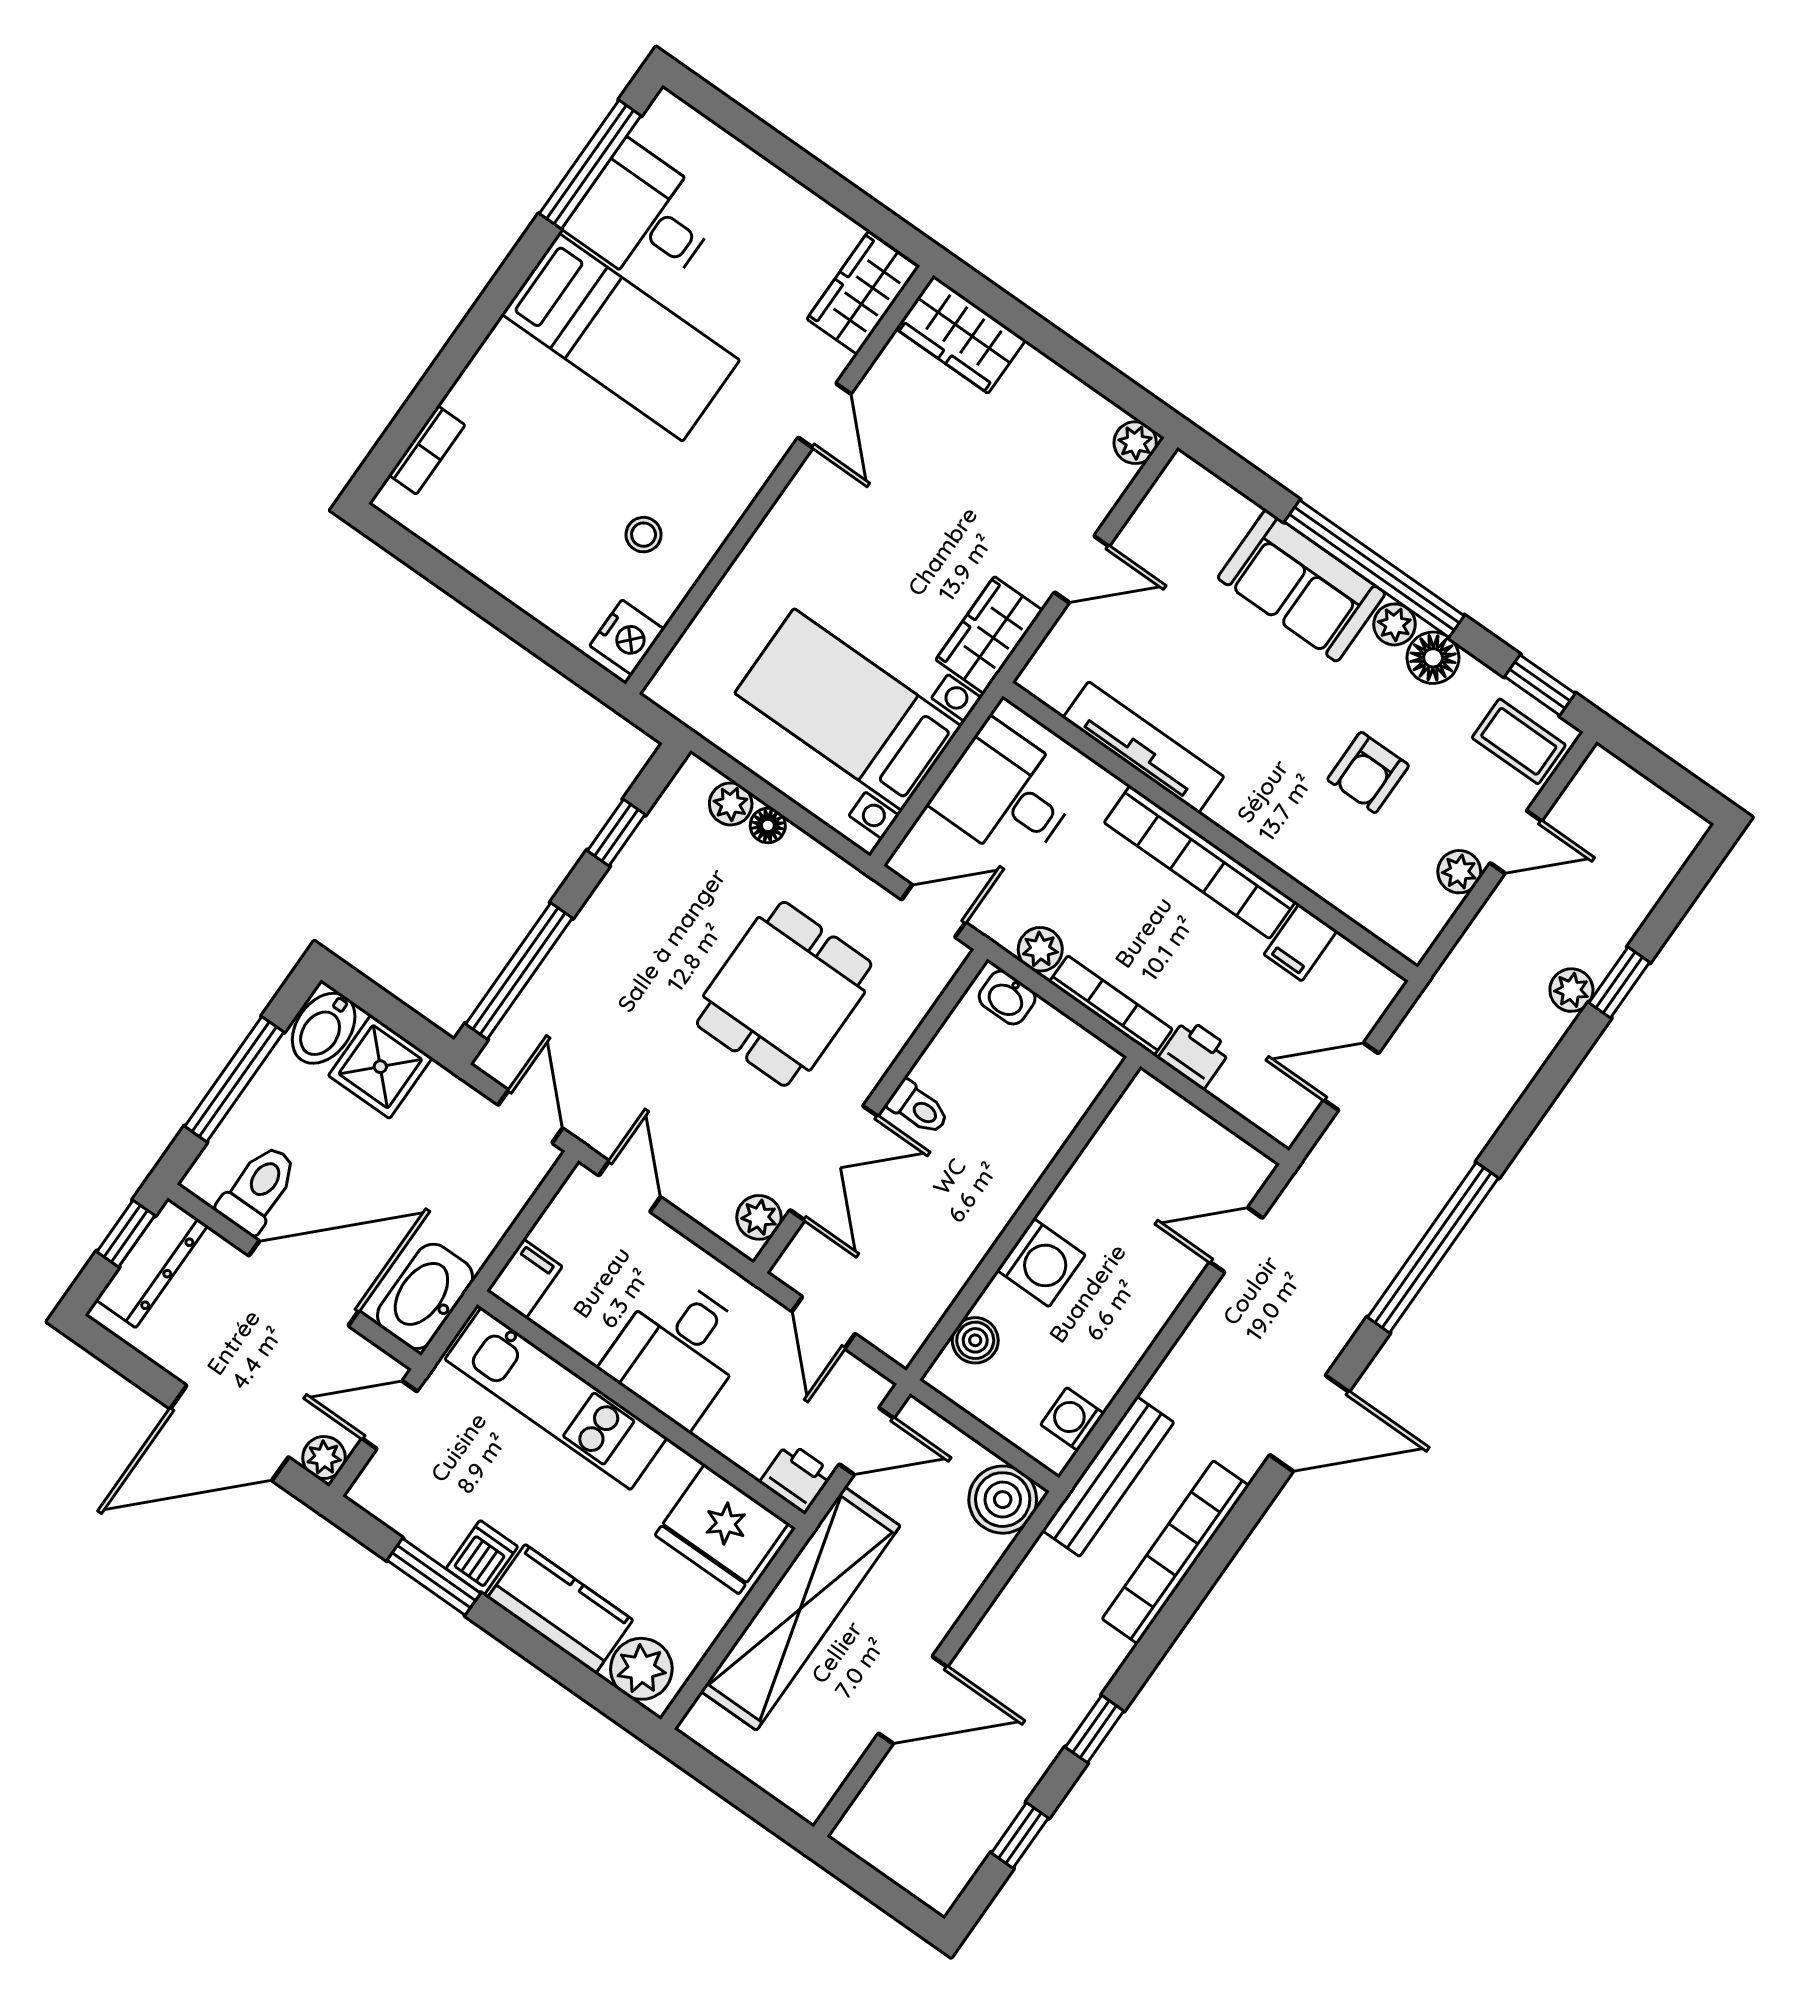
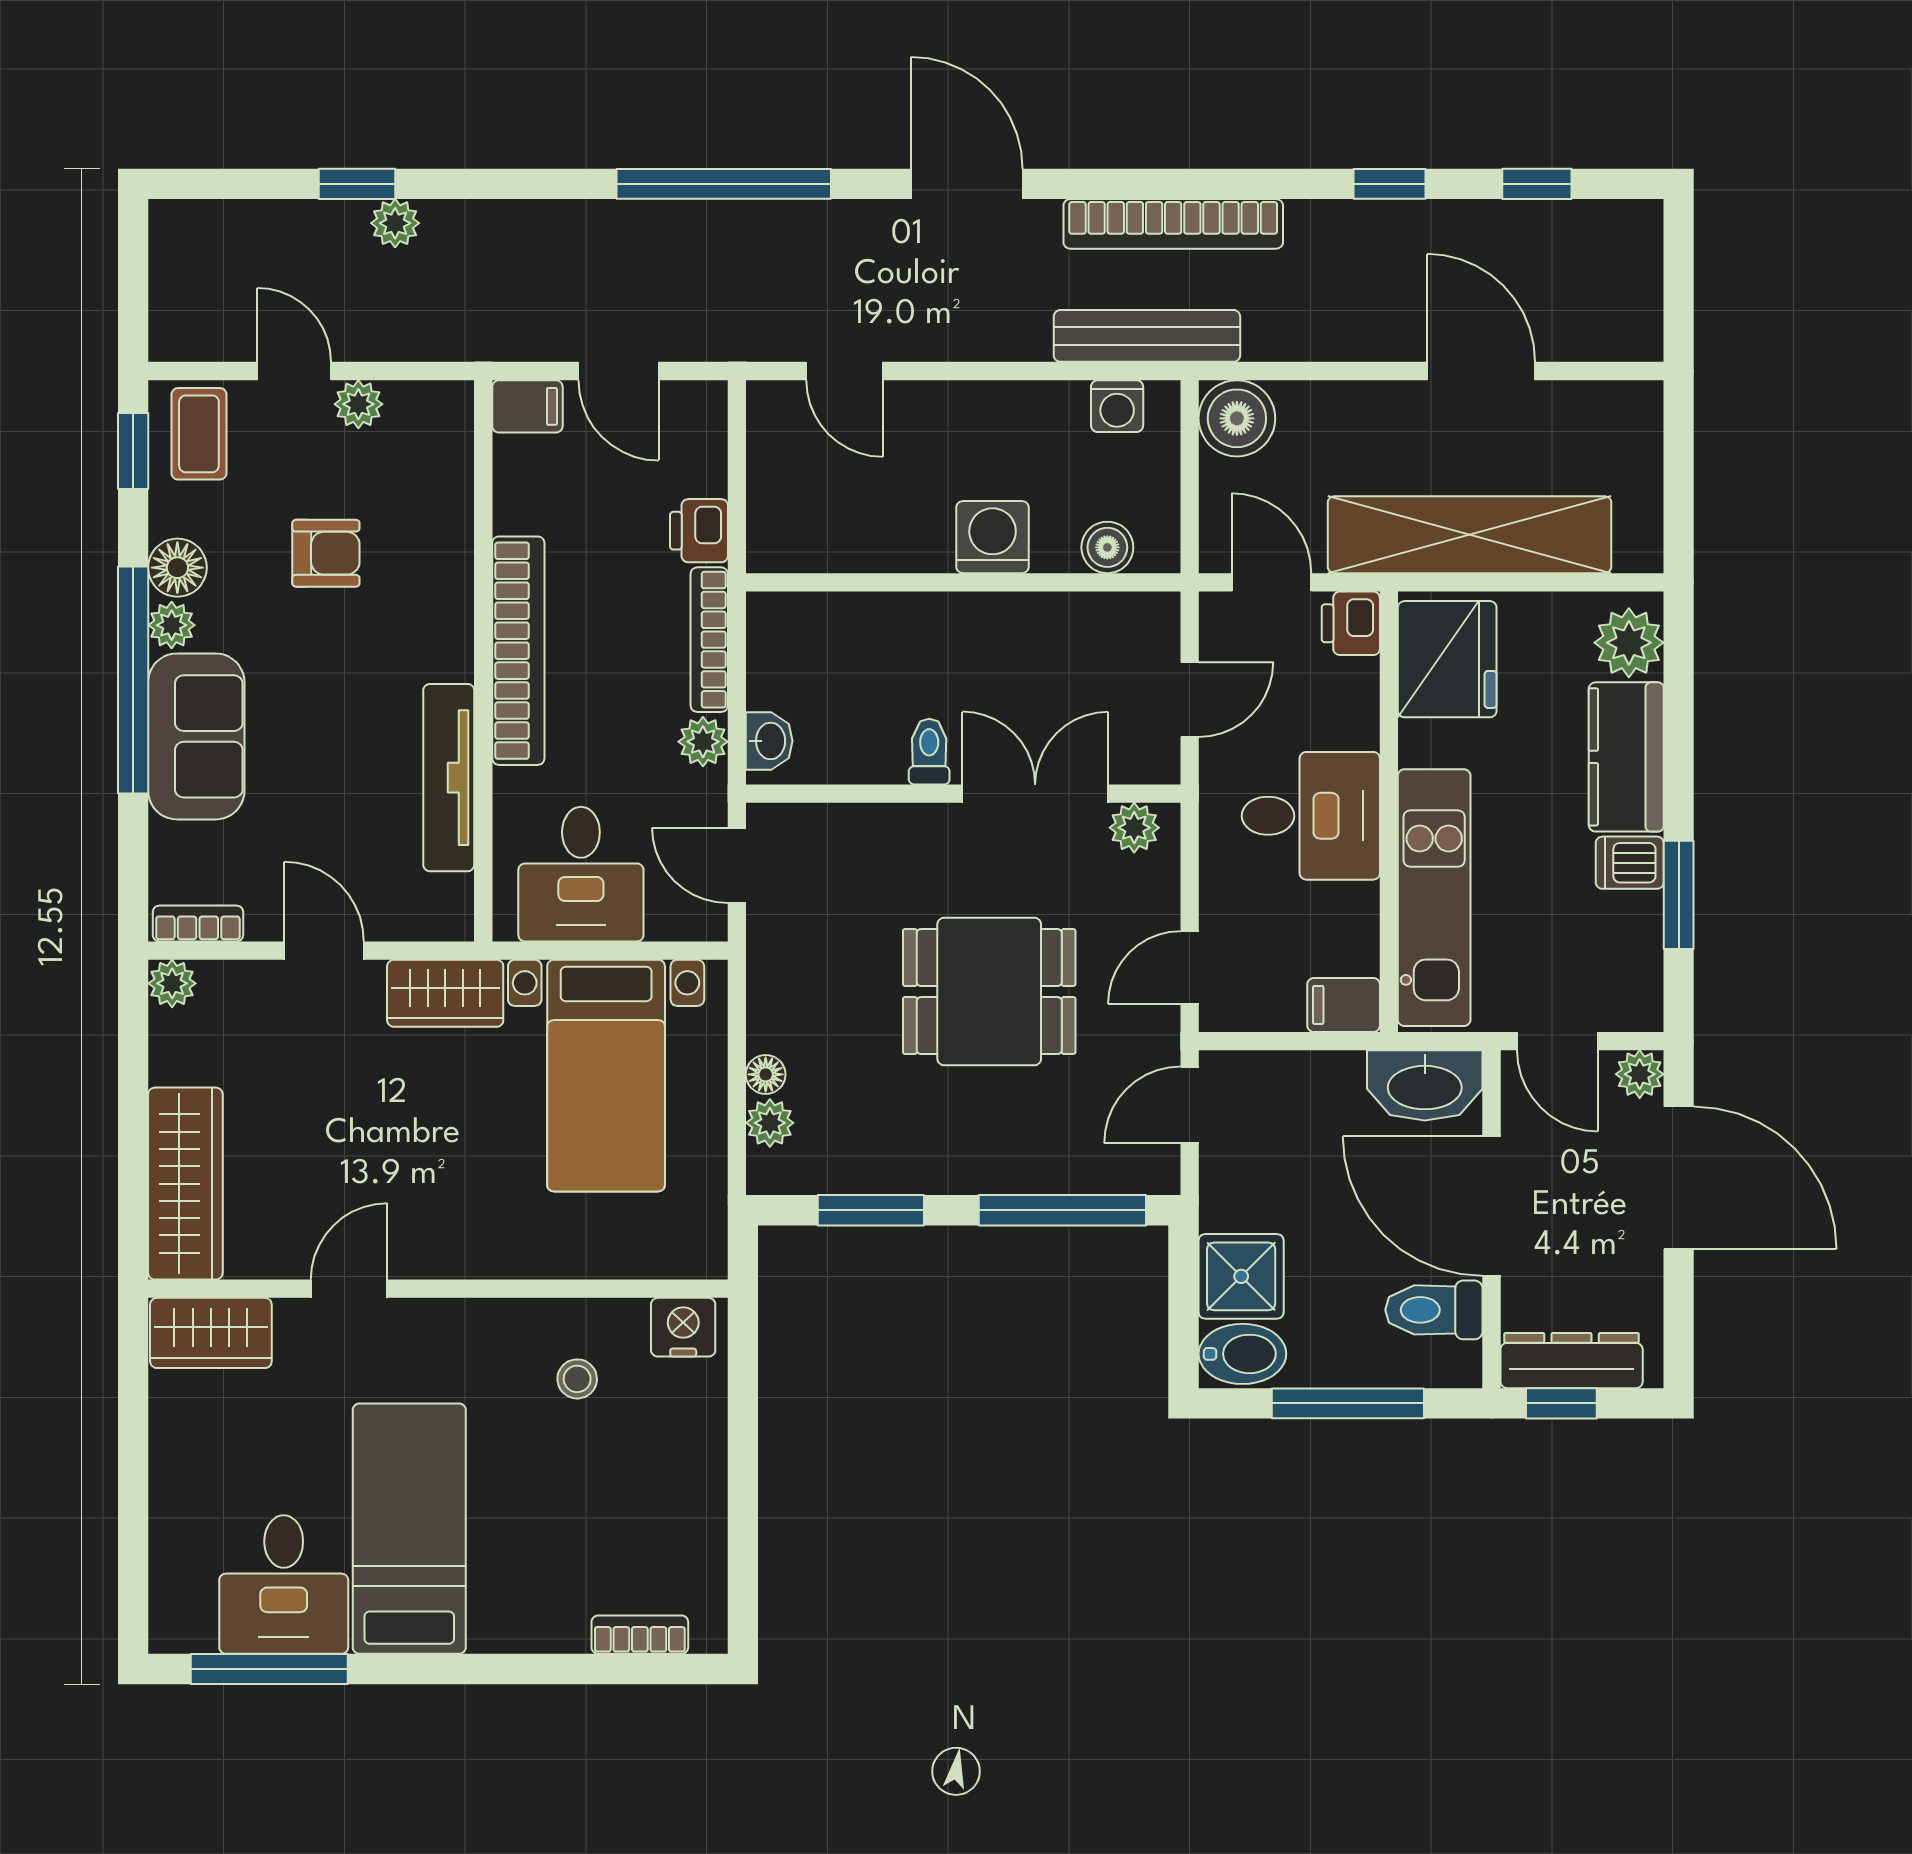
wardrobe: (961, 334) -> (185, 1184), width x1.50
bookcase: (1165, 492) -> (198, 924), added
window: (616, 833) -> (871, 1210), width x1.50
filing cabinet: (1300, 943) -> (527, 406), moved
dining table: (784, 994) -> (989, 992), moved

